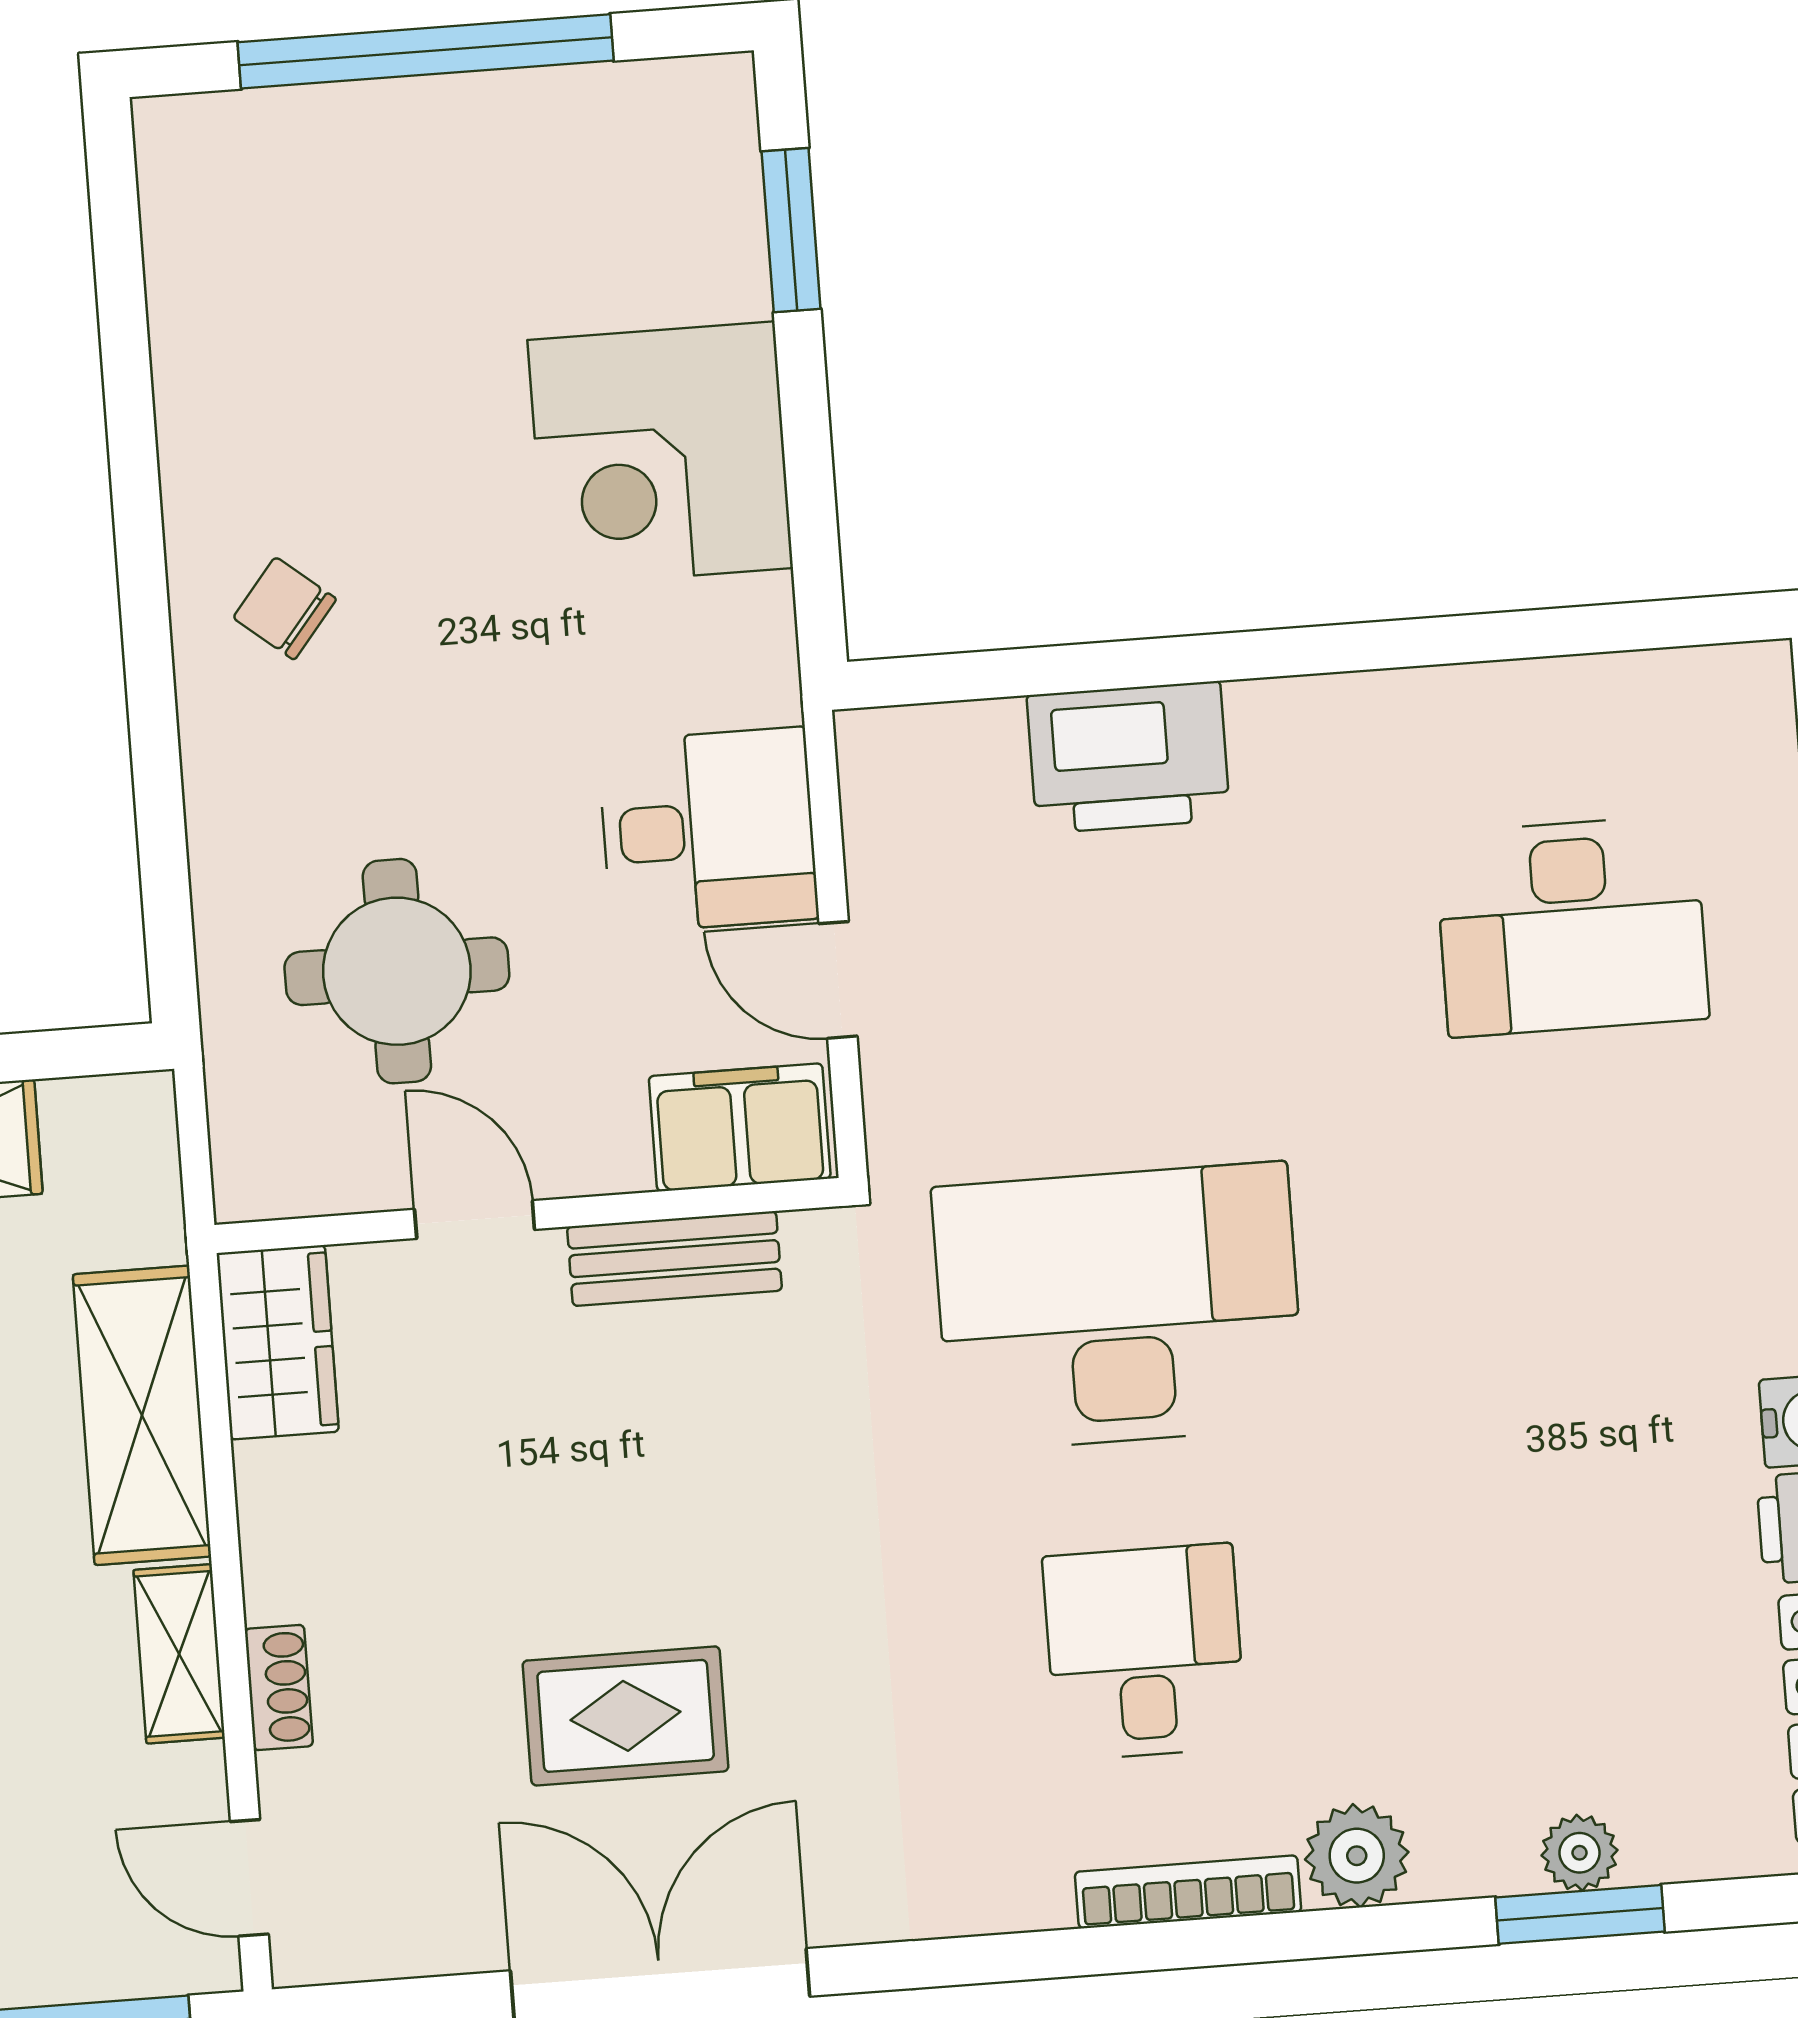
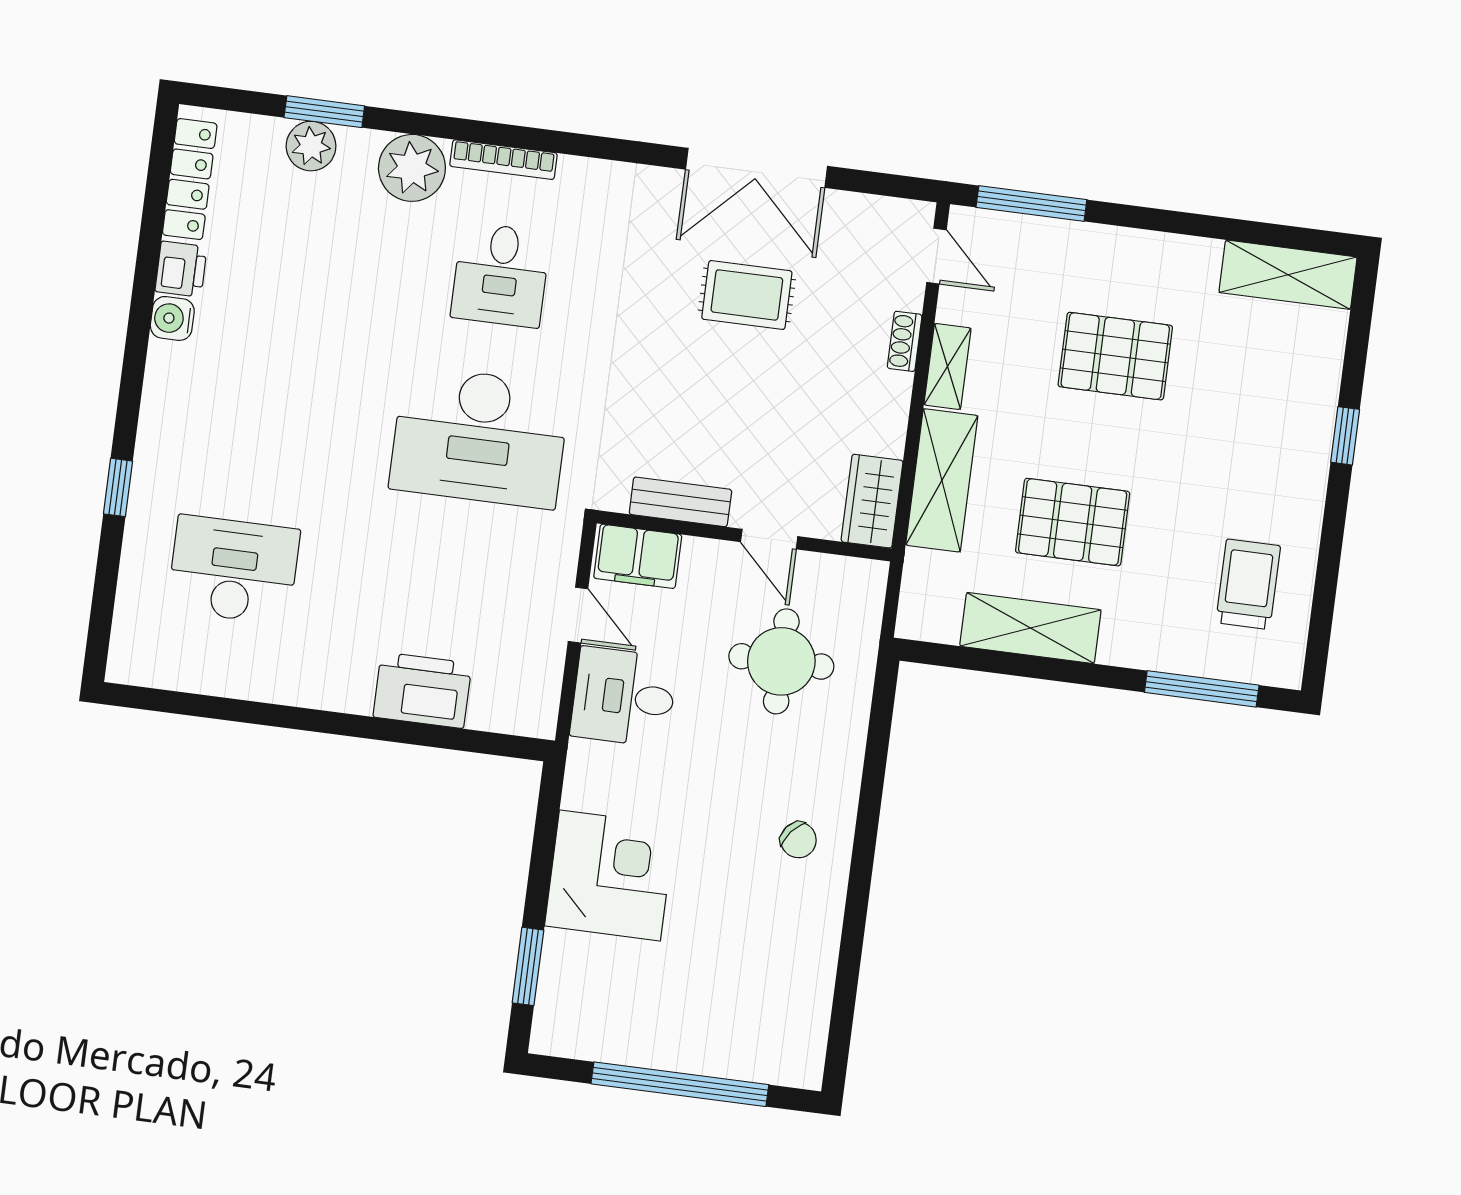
plant: (1580, 1853) -> (311, 146), width x1.38, depth x1.38
plant: (1357, 1856) -> (412, 168), width x1.36, depth x1.36

